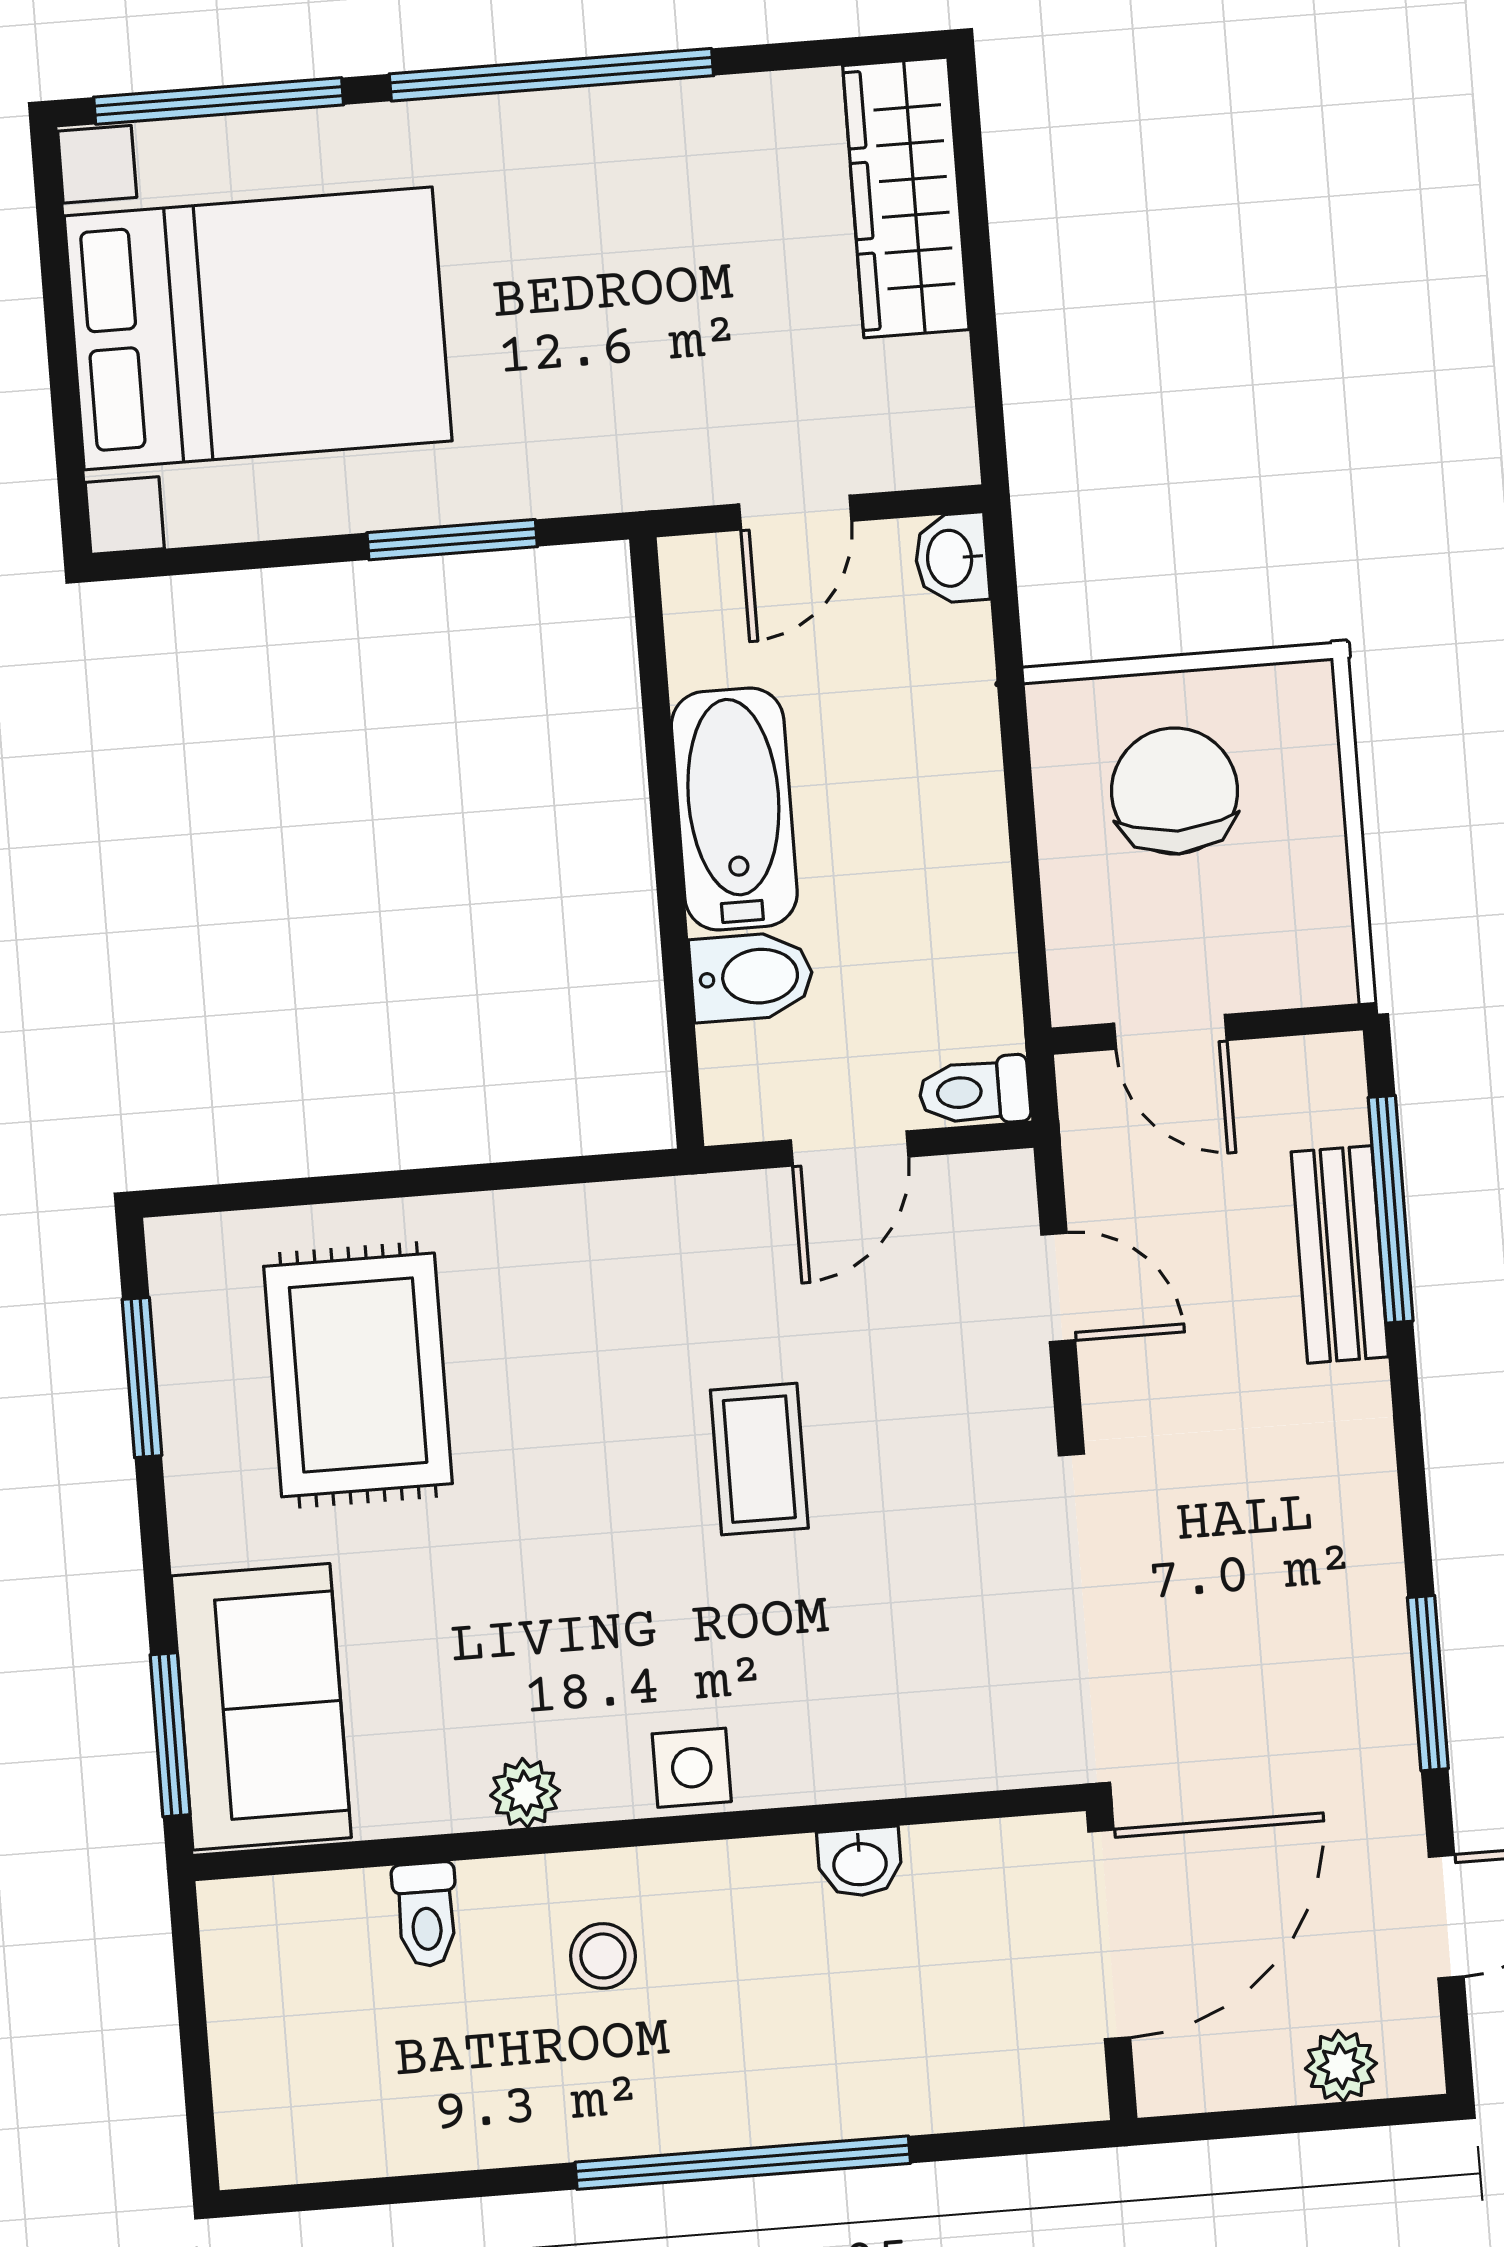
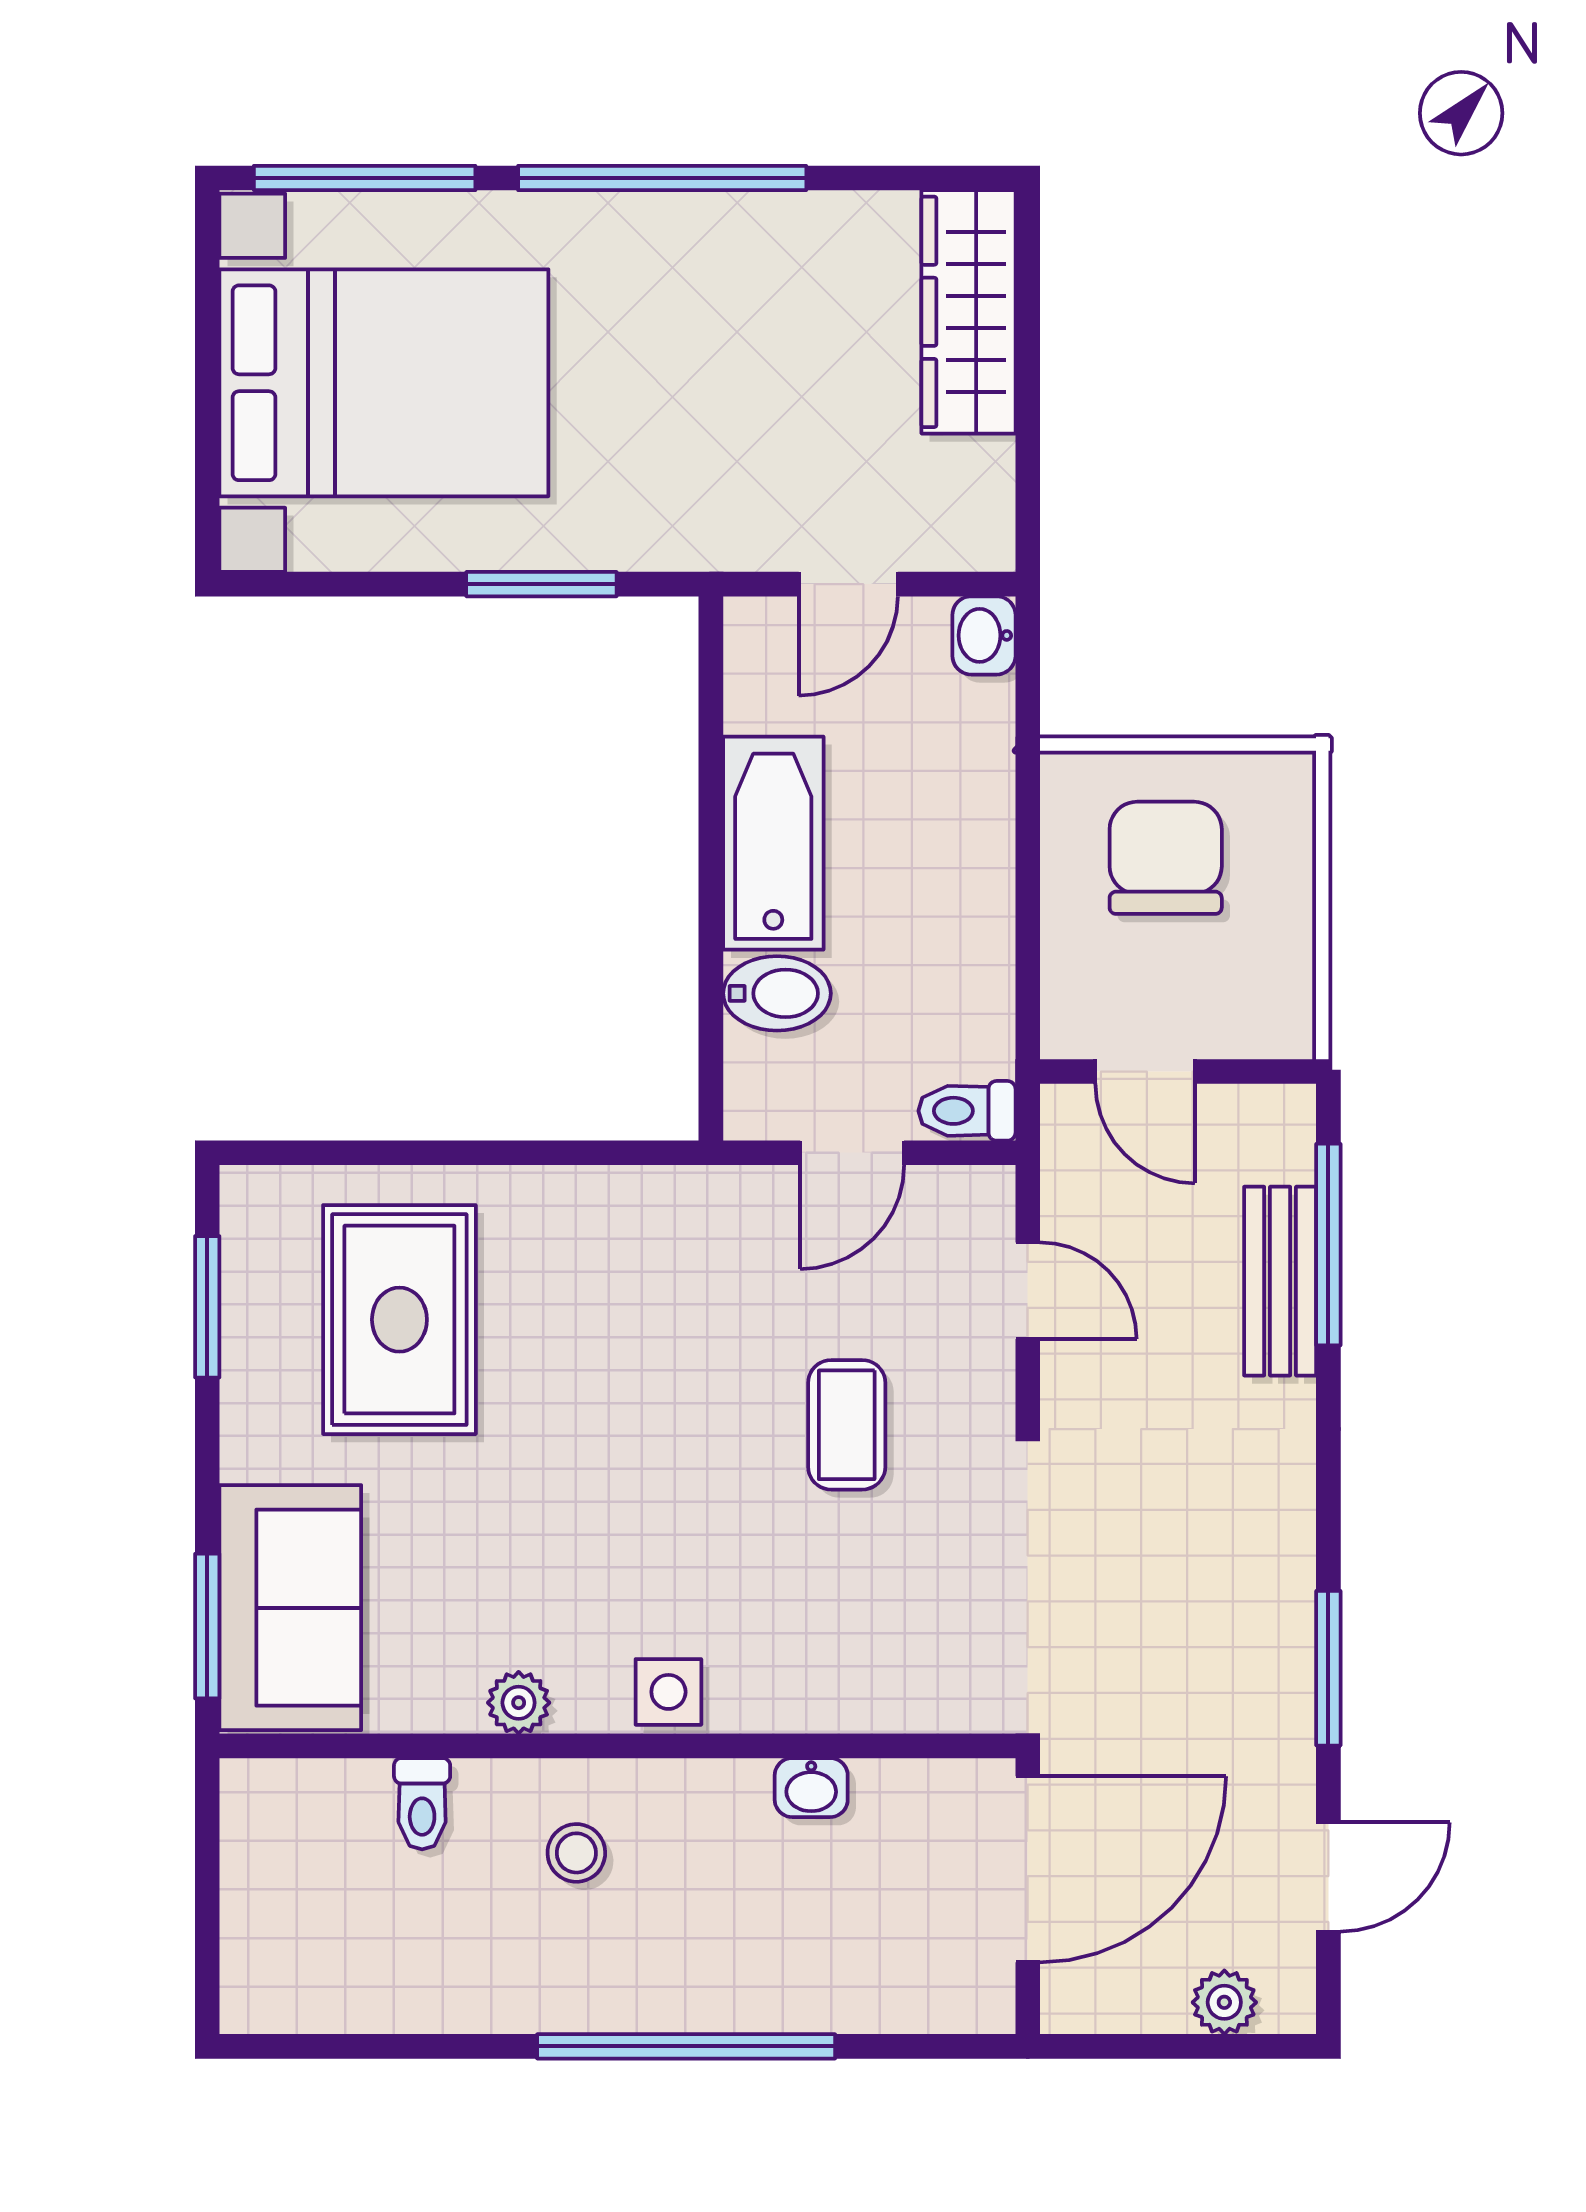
coffee table: (759, 1459) -> (847, 1425), moved

